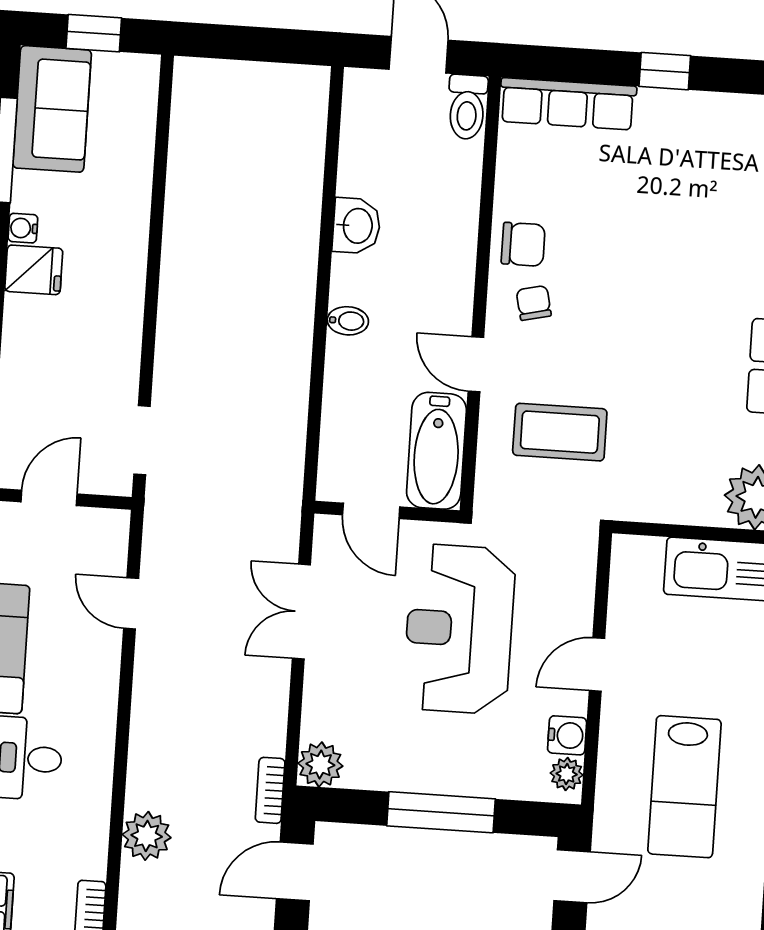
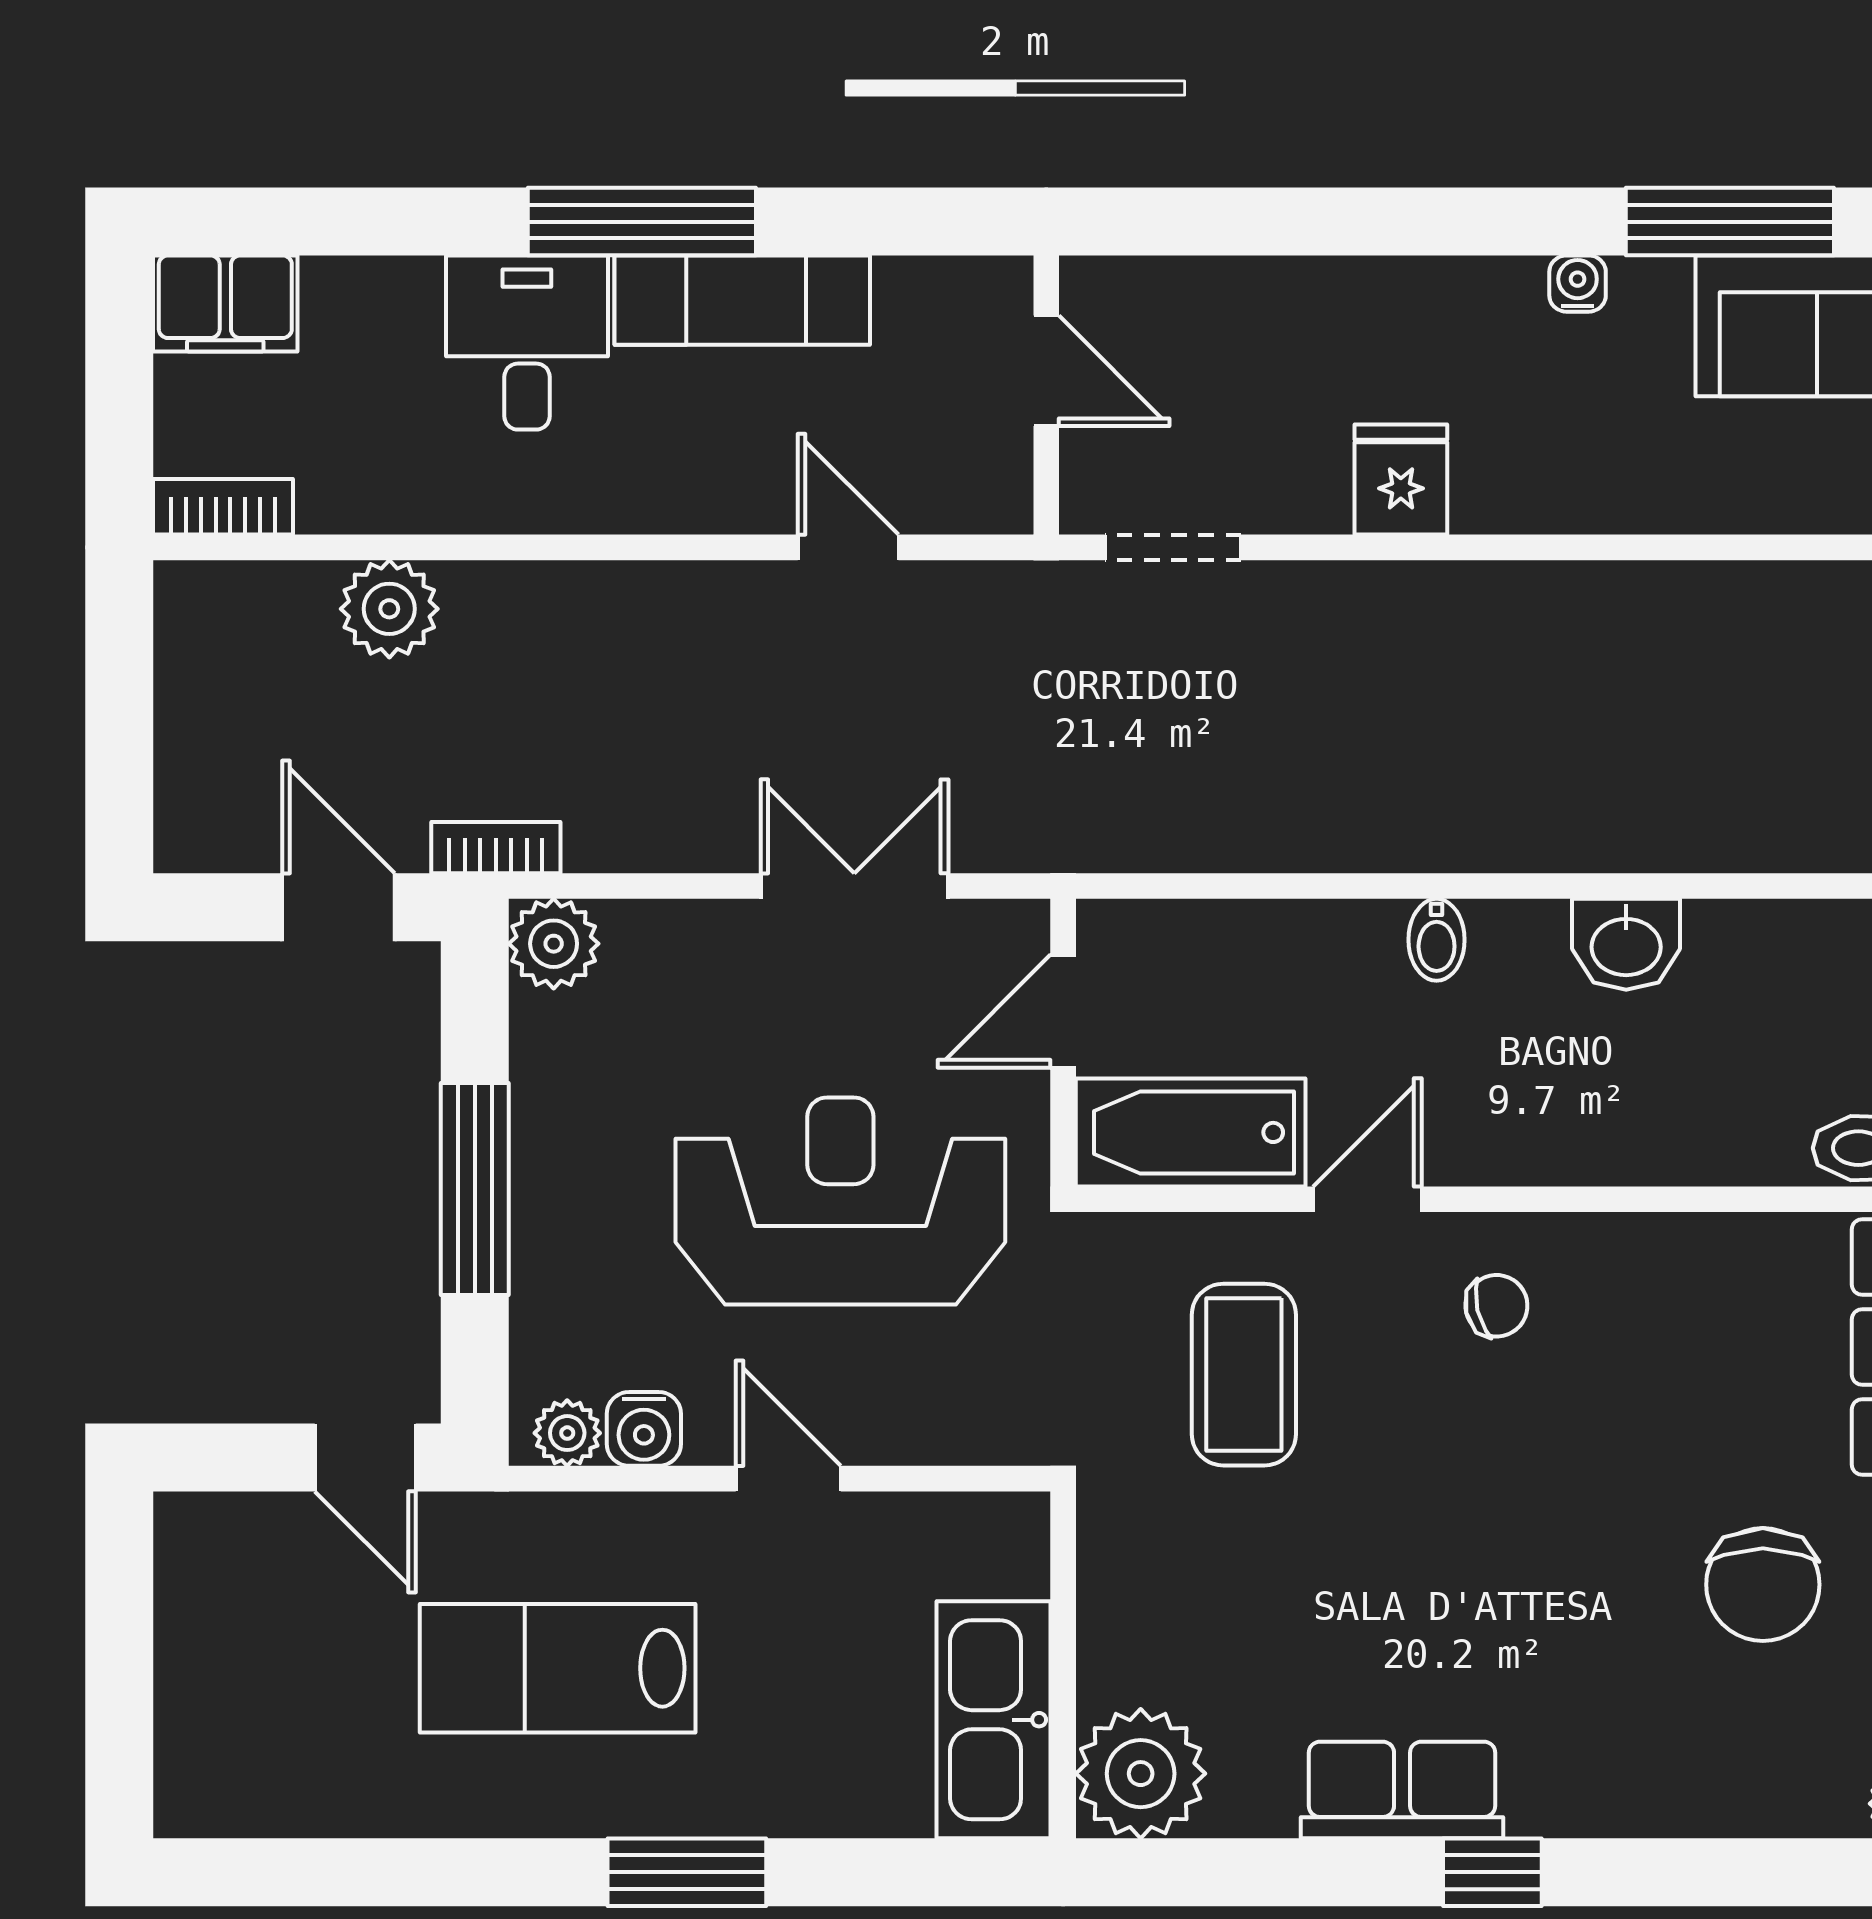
chair: (523, 244) -> (1763, 1585), moved, width x1.37, depth x1.37
fridge: (34, 270) -> (1401, 480), moved, turned 180
door: (131, 603) -> (848, 547), hinge flipped

